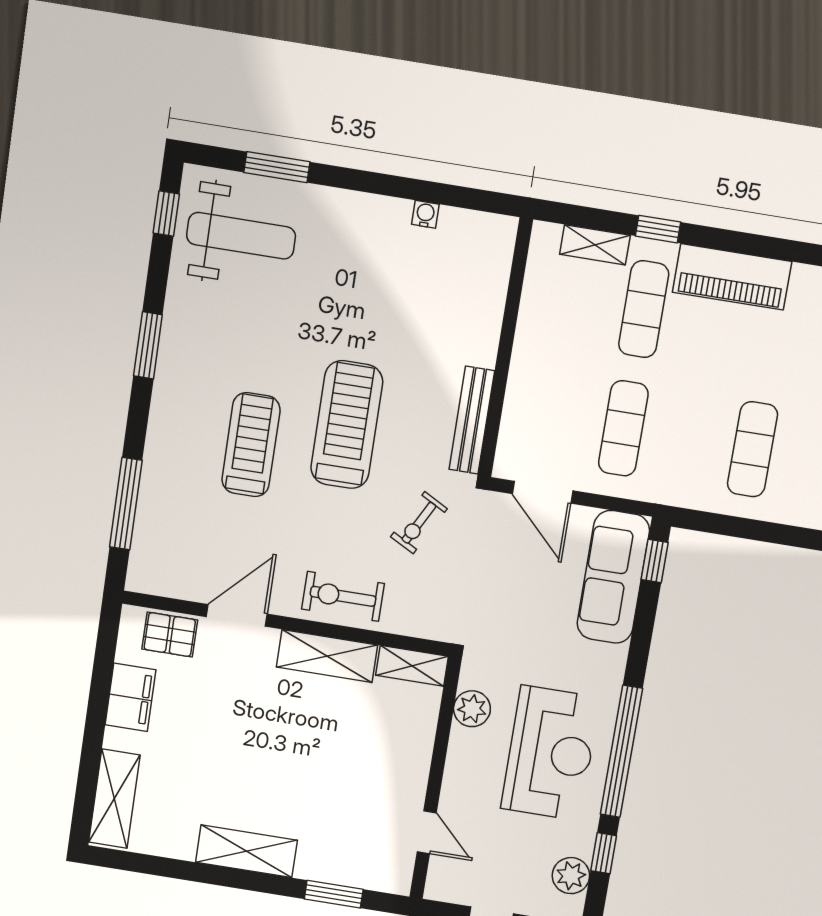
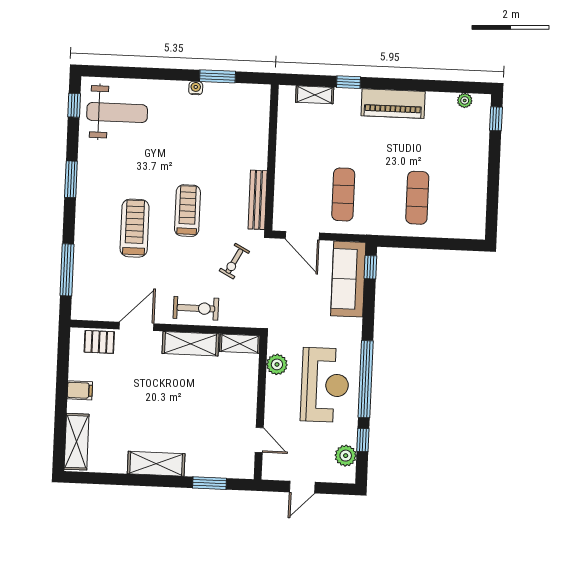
window: (277, 167) -> (218, 76), moved
water cooler: (425, 214) -> (196, 88), moved
exercise mat: (644, 309) -> (346, 127), removed
treadmill: (347, 425) -> (187, 211), width x0.73, depth x0.73
exercise bike: (343, 596) -> (196, 308), turned 180
filing cabinet: (130, 697) -> (80, 390), width x0.50

